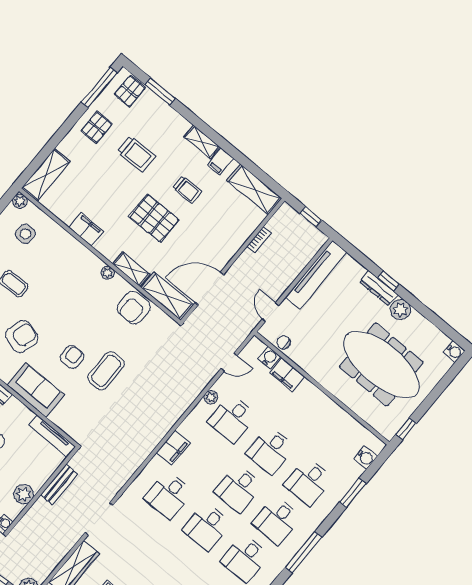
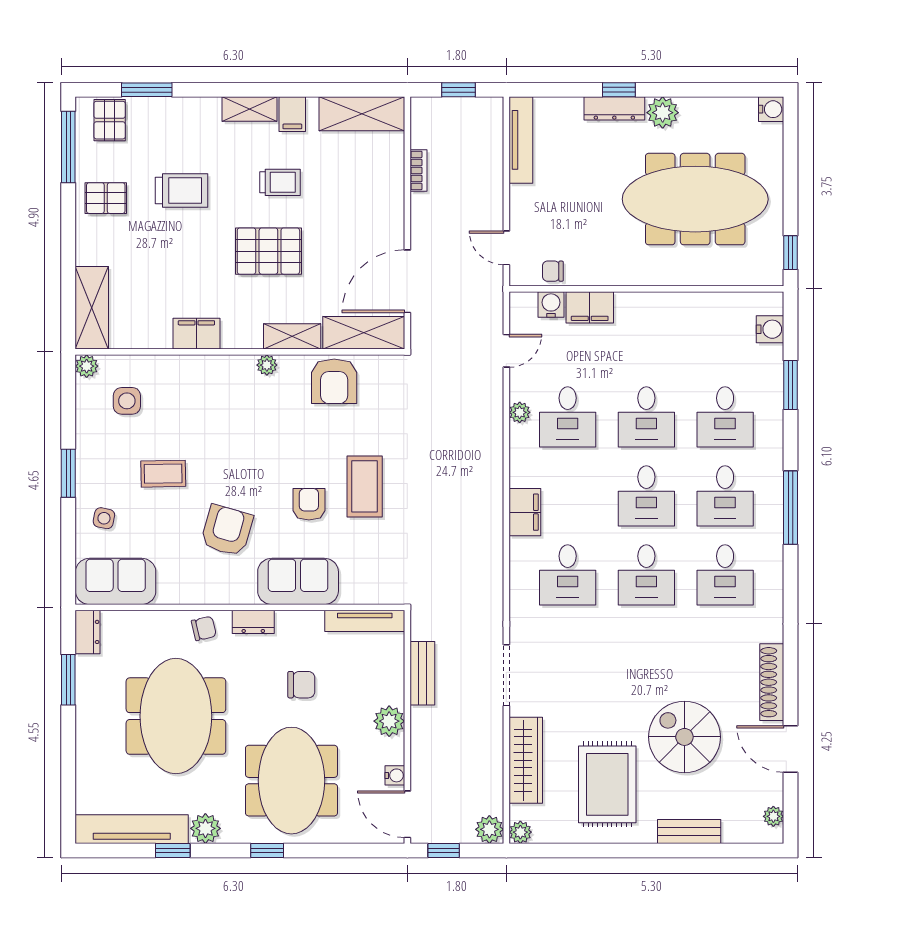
pallet: (97, 127) -> (106, 198), turned 90
tv unit: (316, 275) -> (521, 140), width x0.73, depth x0.78

